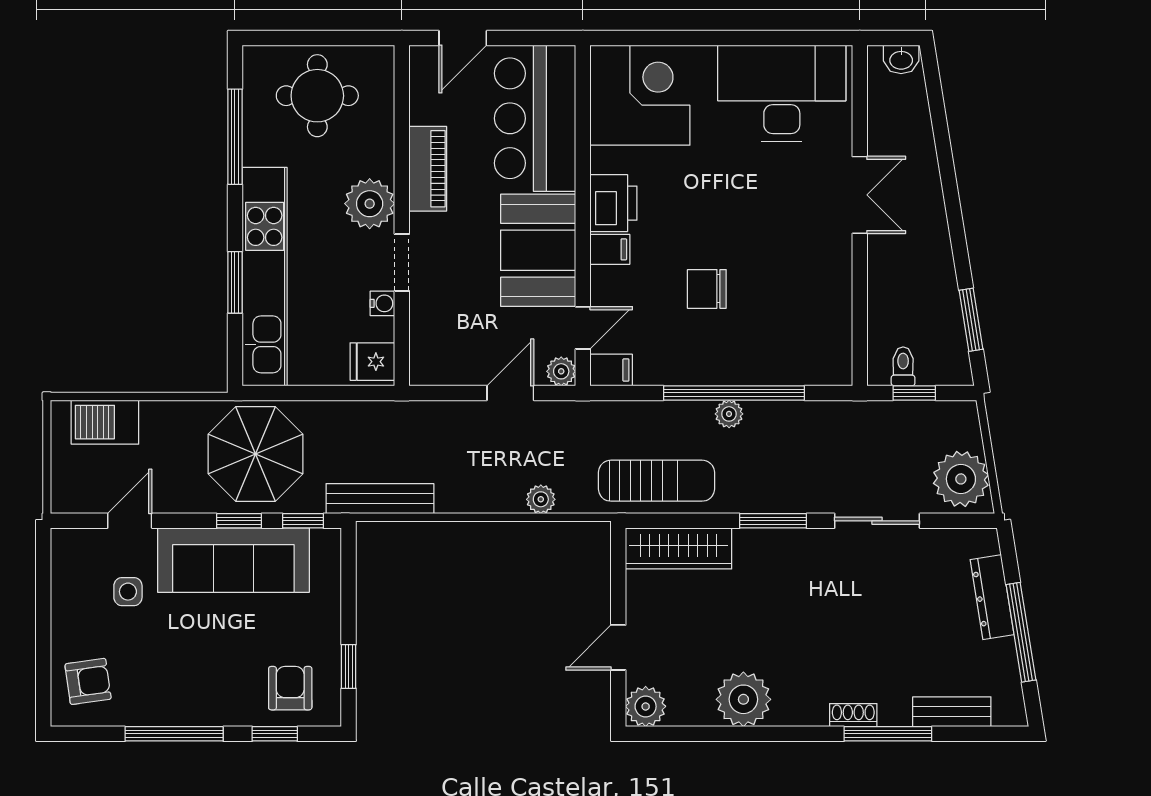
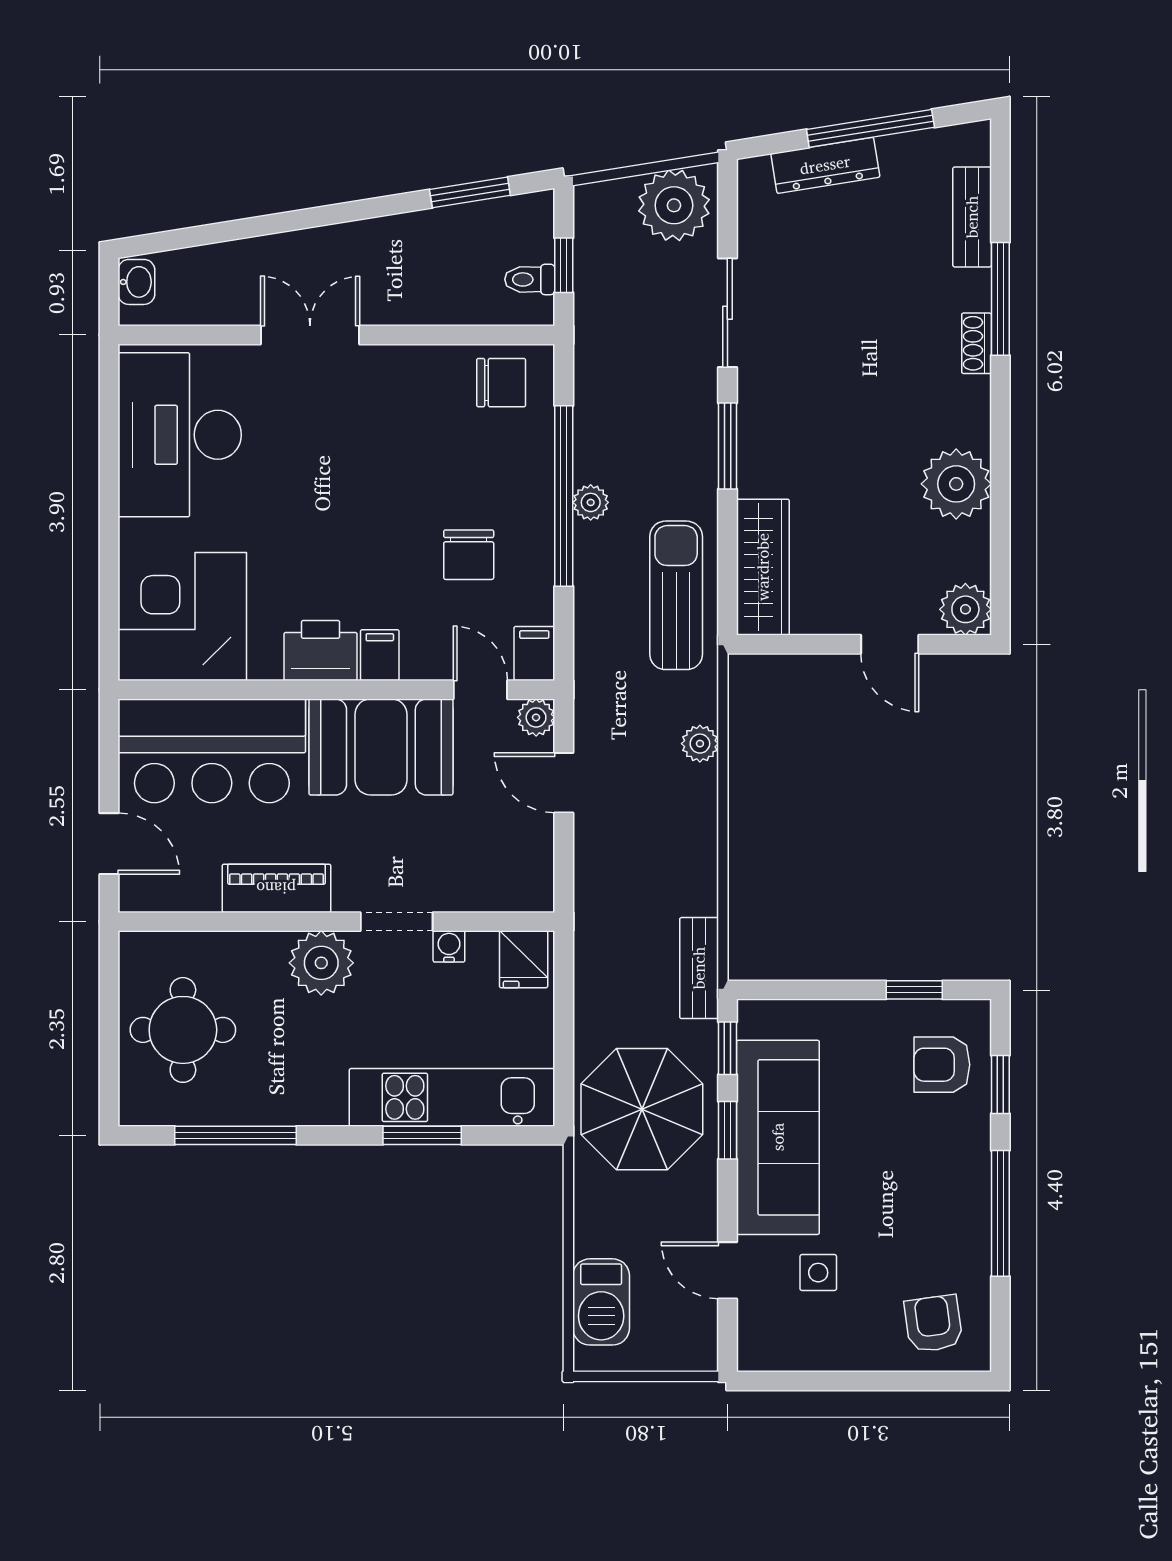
kitchen unit: (265, 277) -> (452, 1097), width x0.73
chair: (707, 289) -> (469, 555), moved
chair: (823, 344) -> (501, 383), added
bench: (380, 499) -> (699, 968), width x0.73

